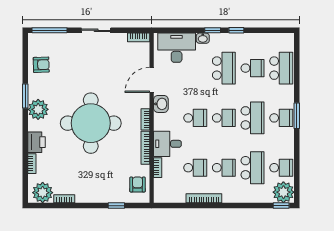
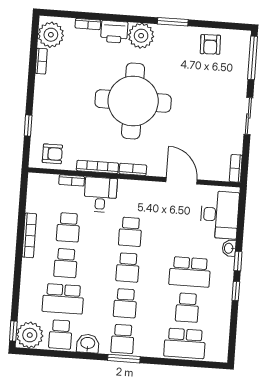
washbasin: (161, 104) -> (88, 343), moved, turned 180
plant: (38, 109) -> (141, 36), moved
school desk: (253, 118) -> (125, 303), width x0.54

